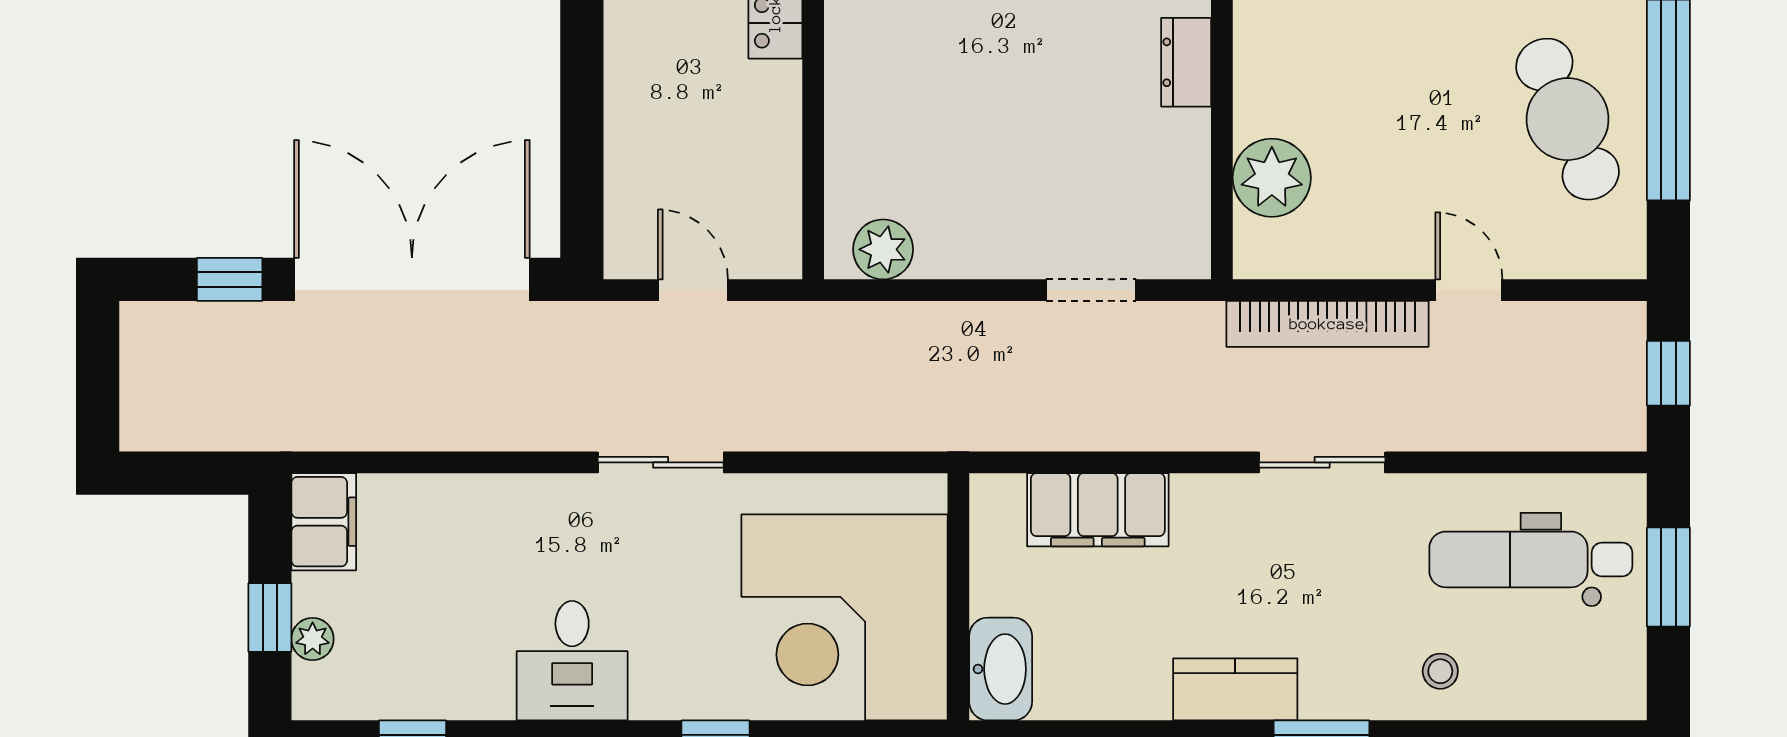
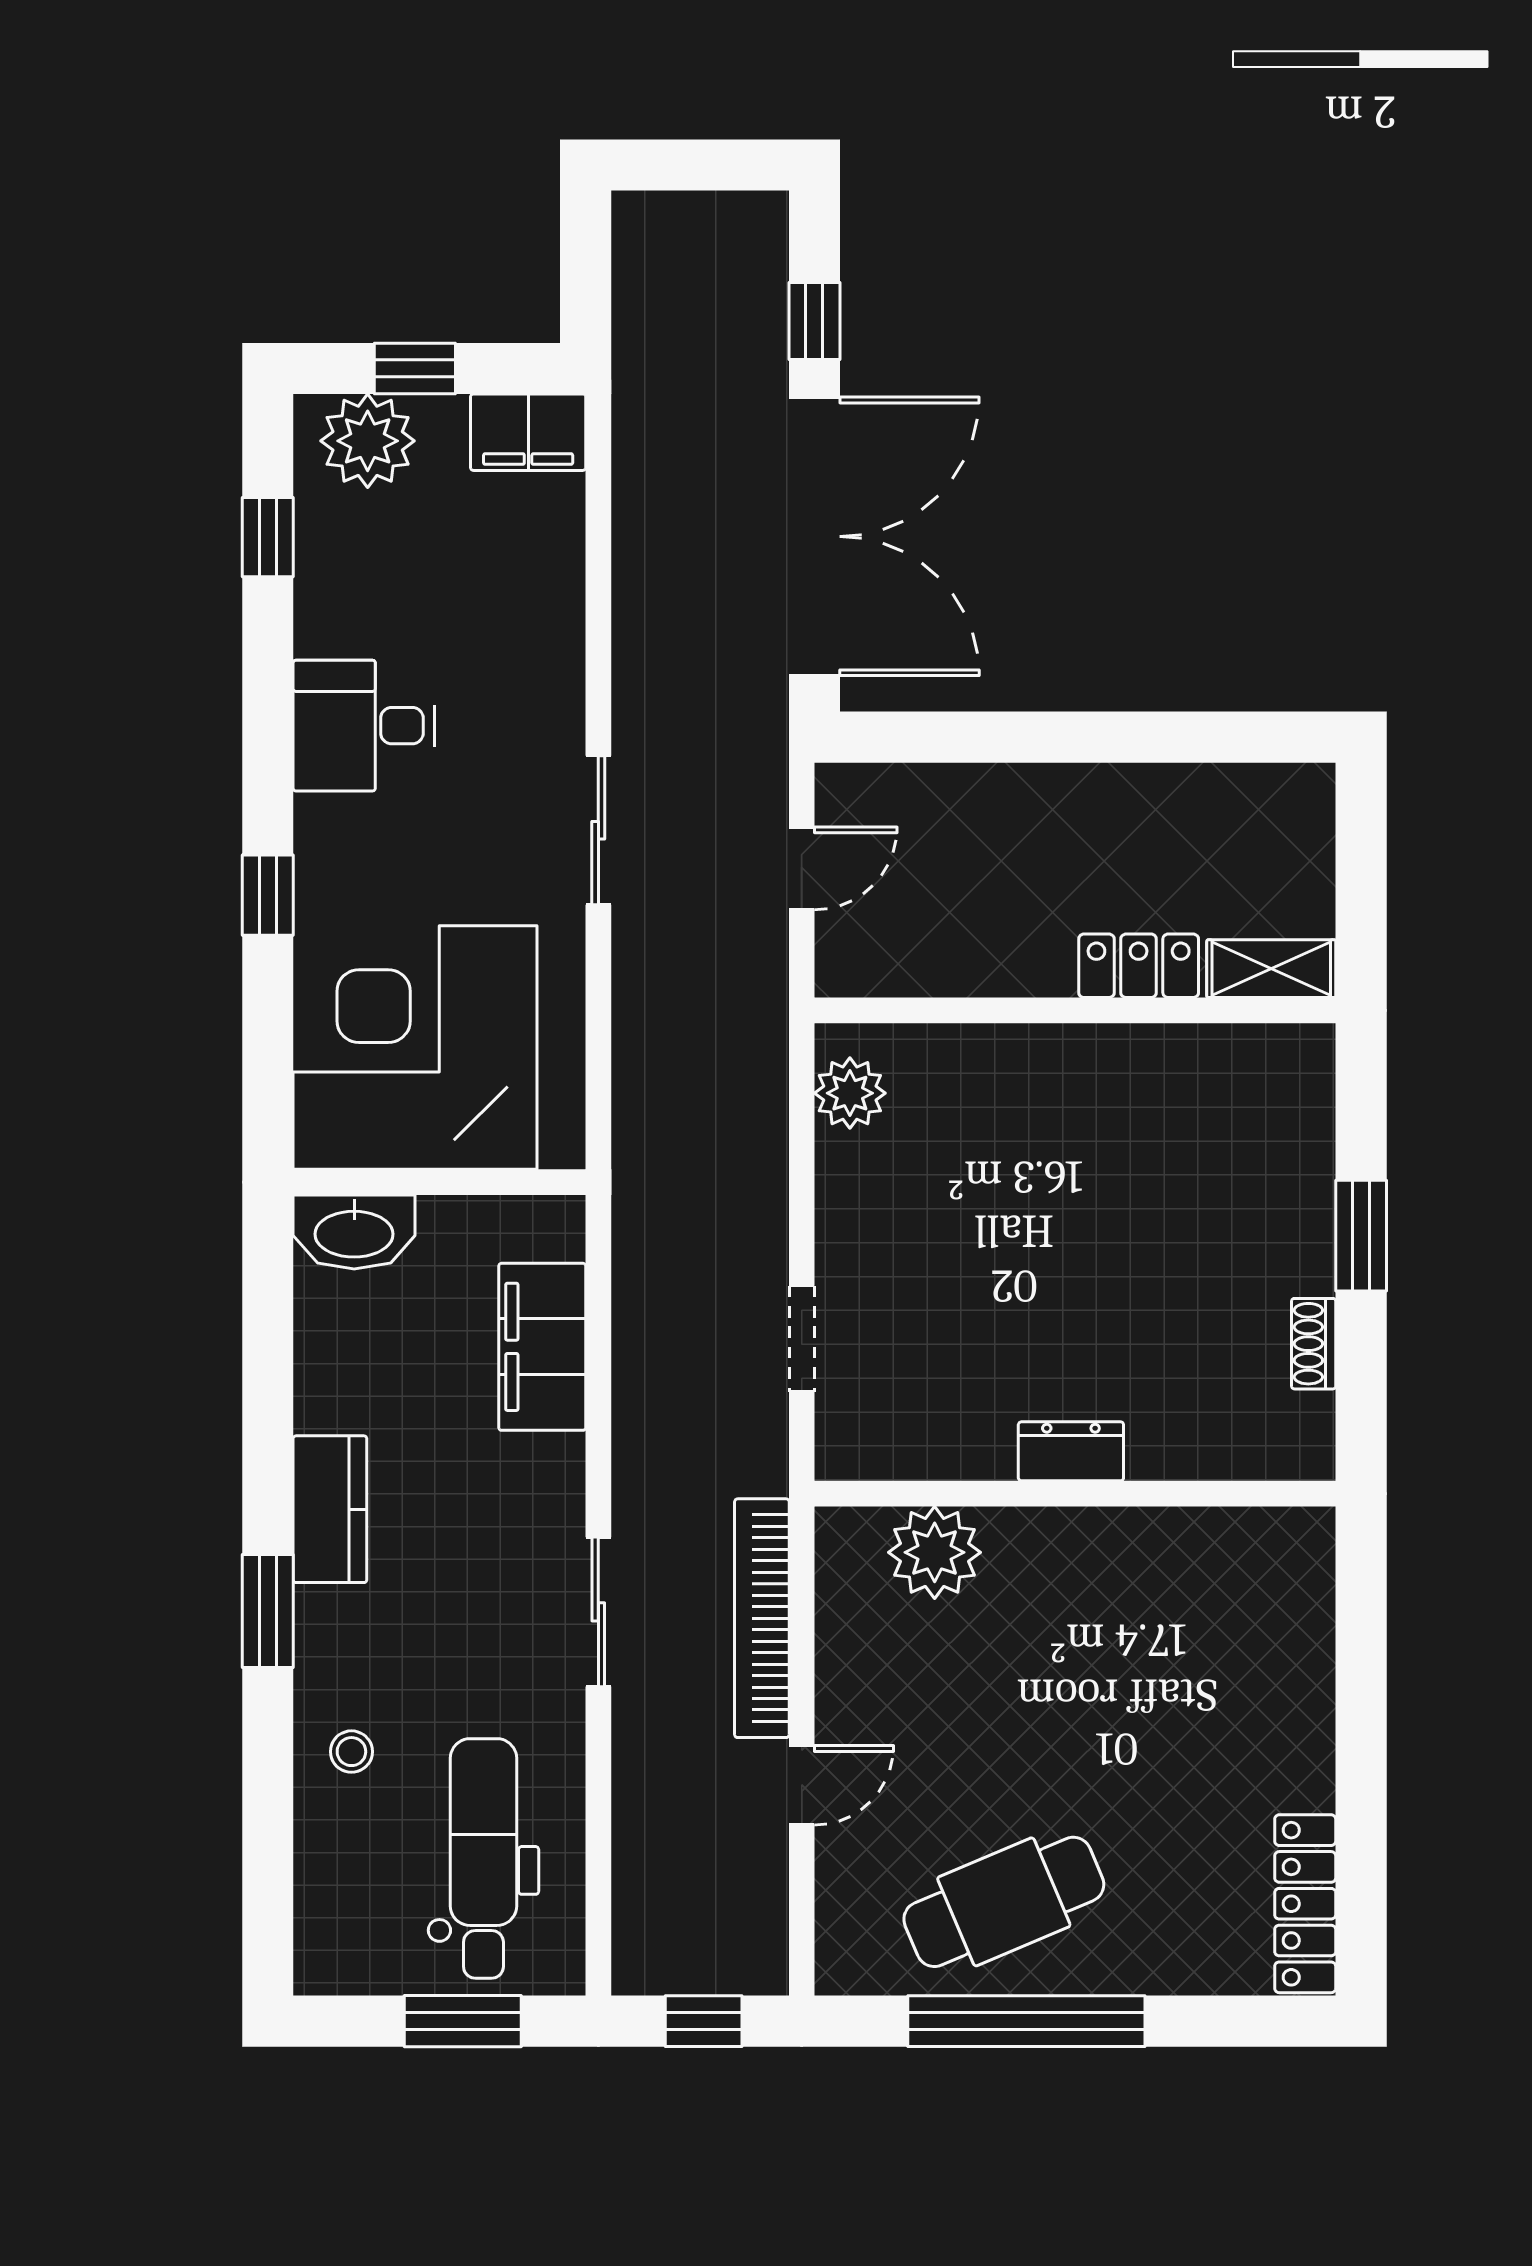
plant: (313, 639) -> (368, 441), width x1.87, depth x1.87

